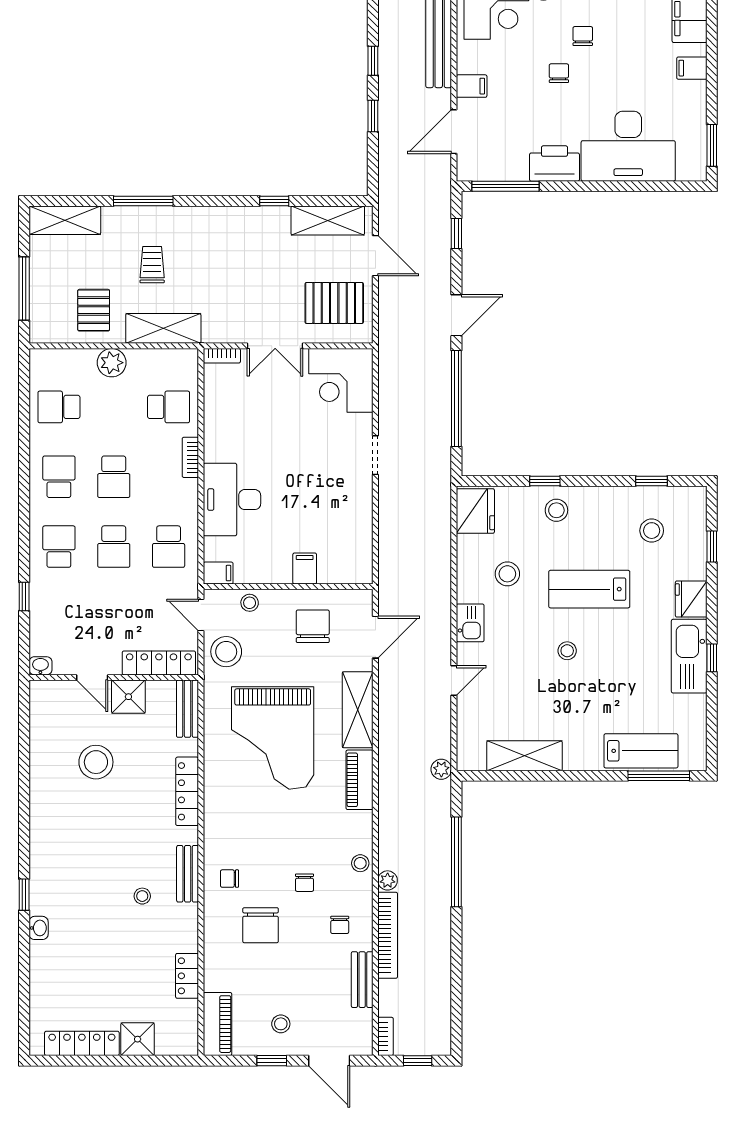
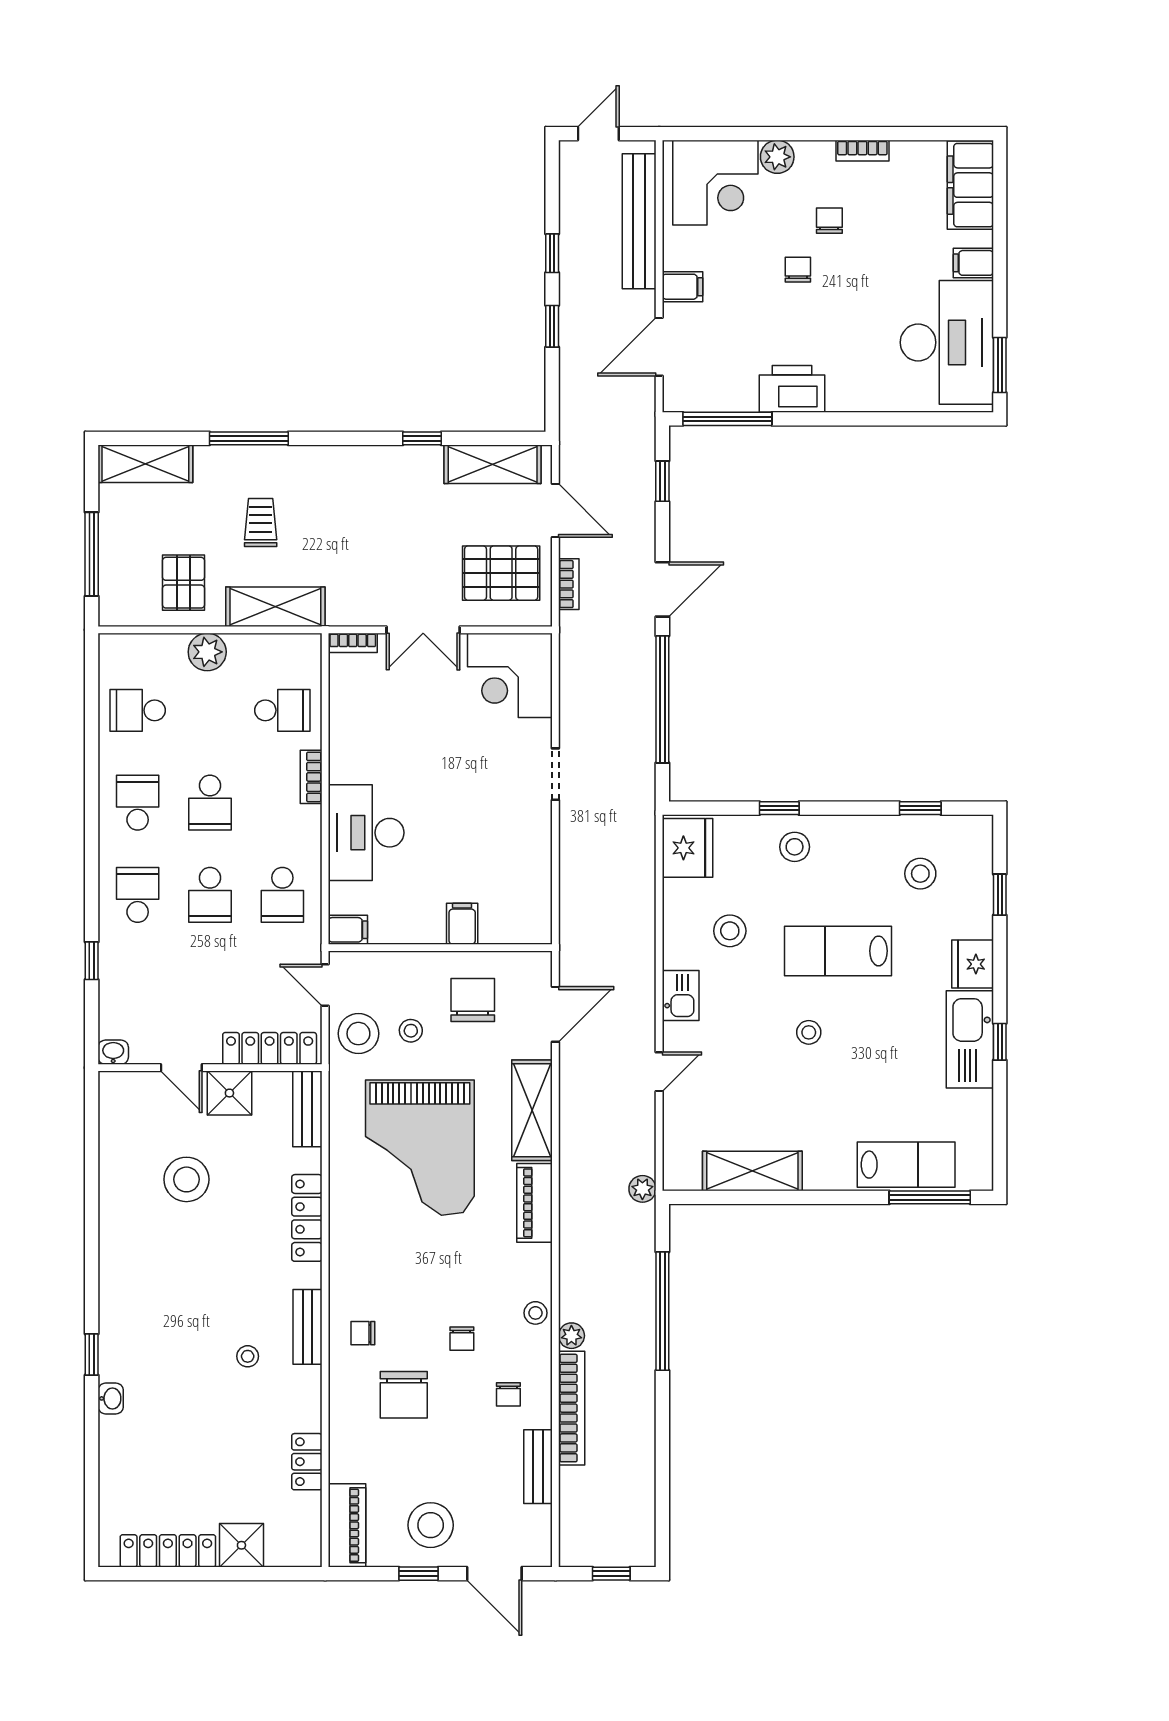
desk: (628, 146) -> (947, 342), moved, turned -90
stool: (250, 603) -> (411, 1031), moved
stool: (281, 1024) -> (431, 1525), width x1.89, depth x1.89
bookcase: (385, 1036) -> (569, 584), moved

